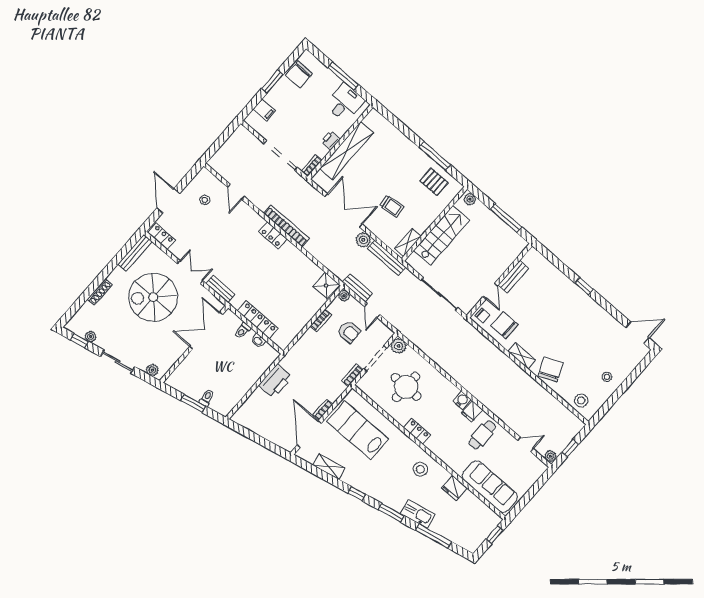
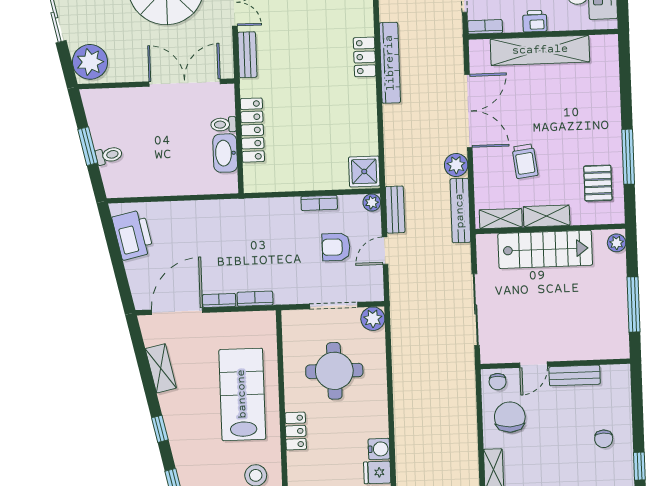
shelving: (427, 220) -> (547, 216), added
chair: (556, 291) -> (604, 439), added
armchair: (349, 332) -> (336, 247), turned 90
washbasin: (258, 341) -> (225, 153), width x1.91, depth x1.45
plant: (152, 370) -> (90, 62), width x1.87, depth x1.87
bookcase: (352, 375) -> (255, 299), moved
printer: (276, 381) -> (133, 235), moved, turned -102
lab bench: (358, 430) -> (242, 394), moved

